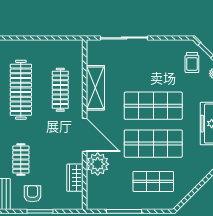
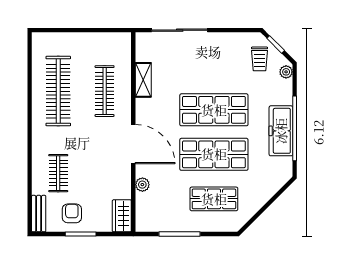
shelving: (95, 88) -> (143, 80), width x0.67, depth x0.75
plant: (98, 164) -> (142, 185), width x0.53, depth x0.53
wardrobe: (75, 178) -> (122, 216), moved

